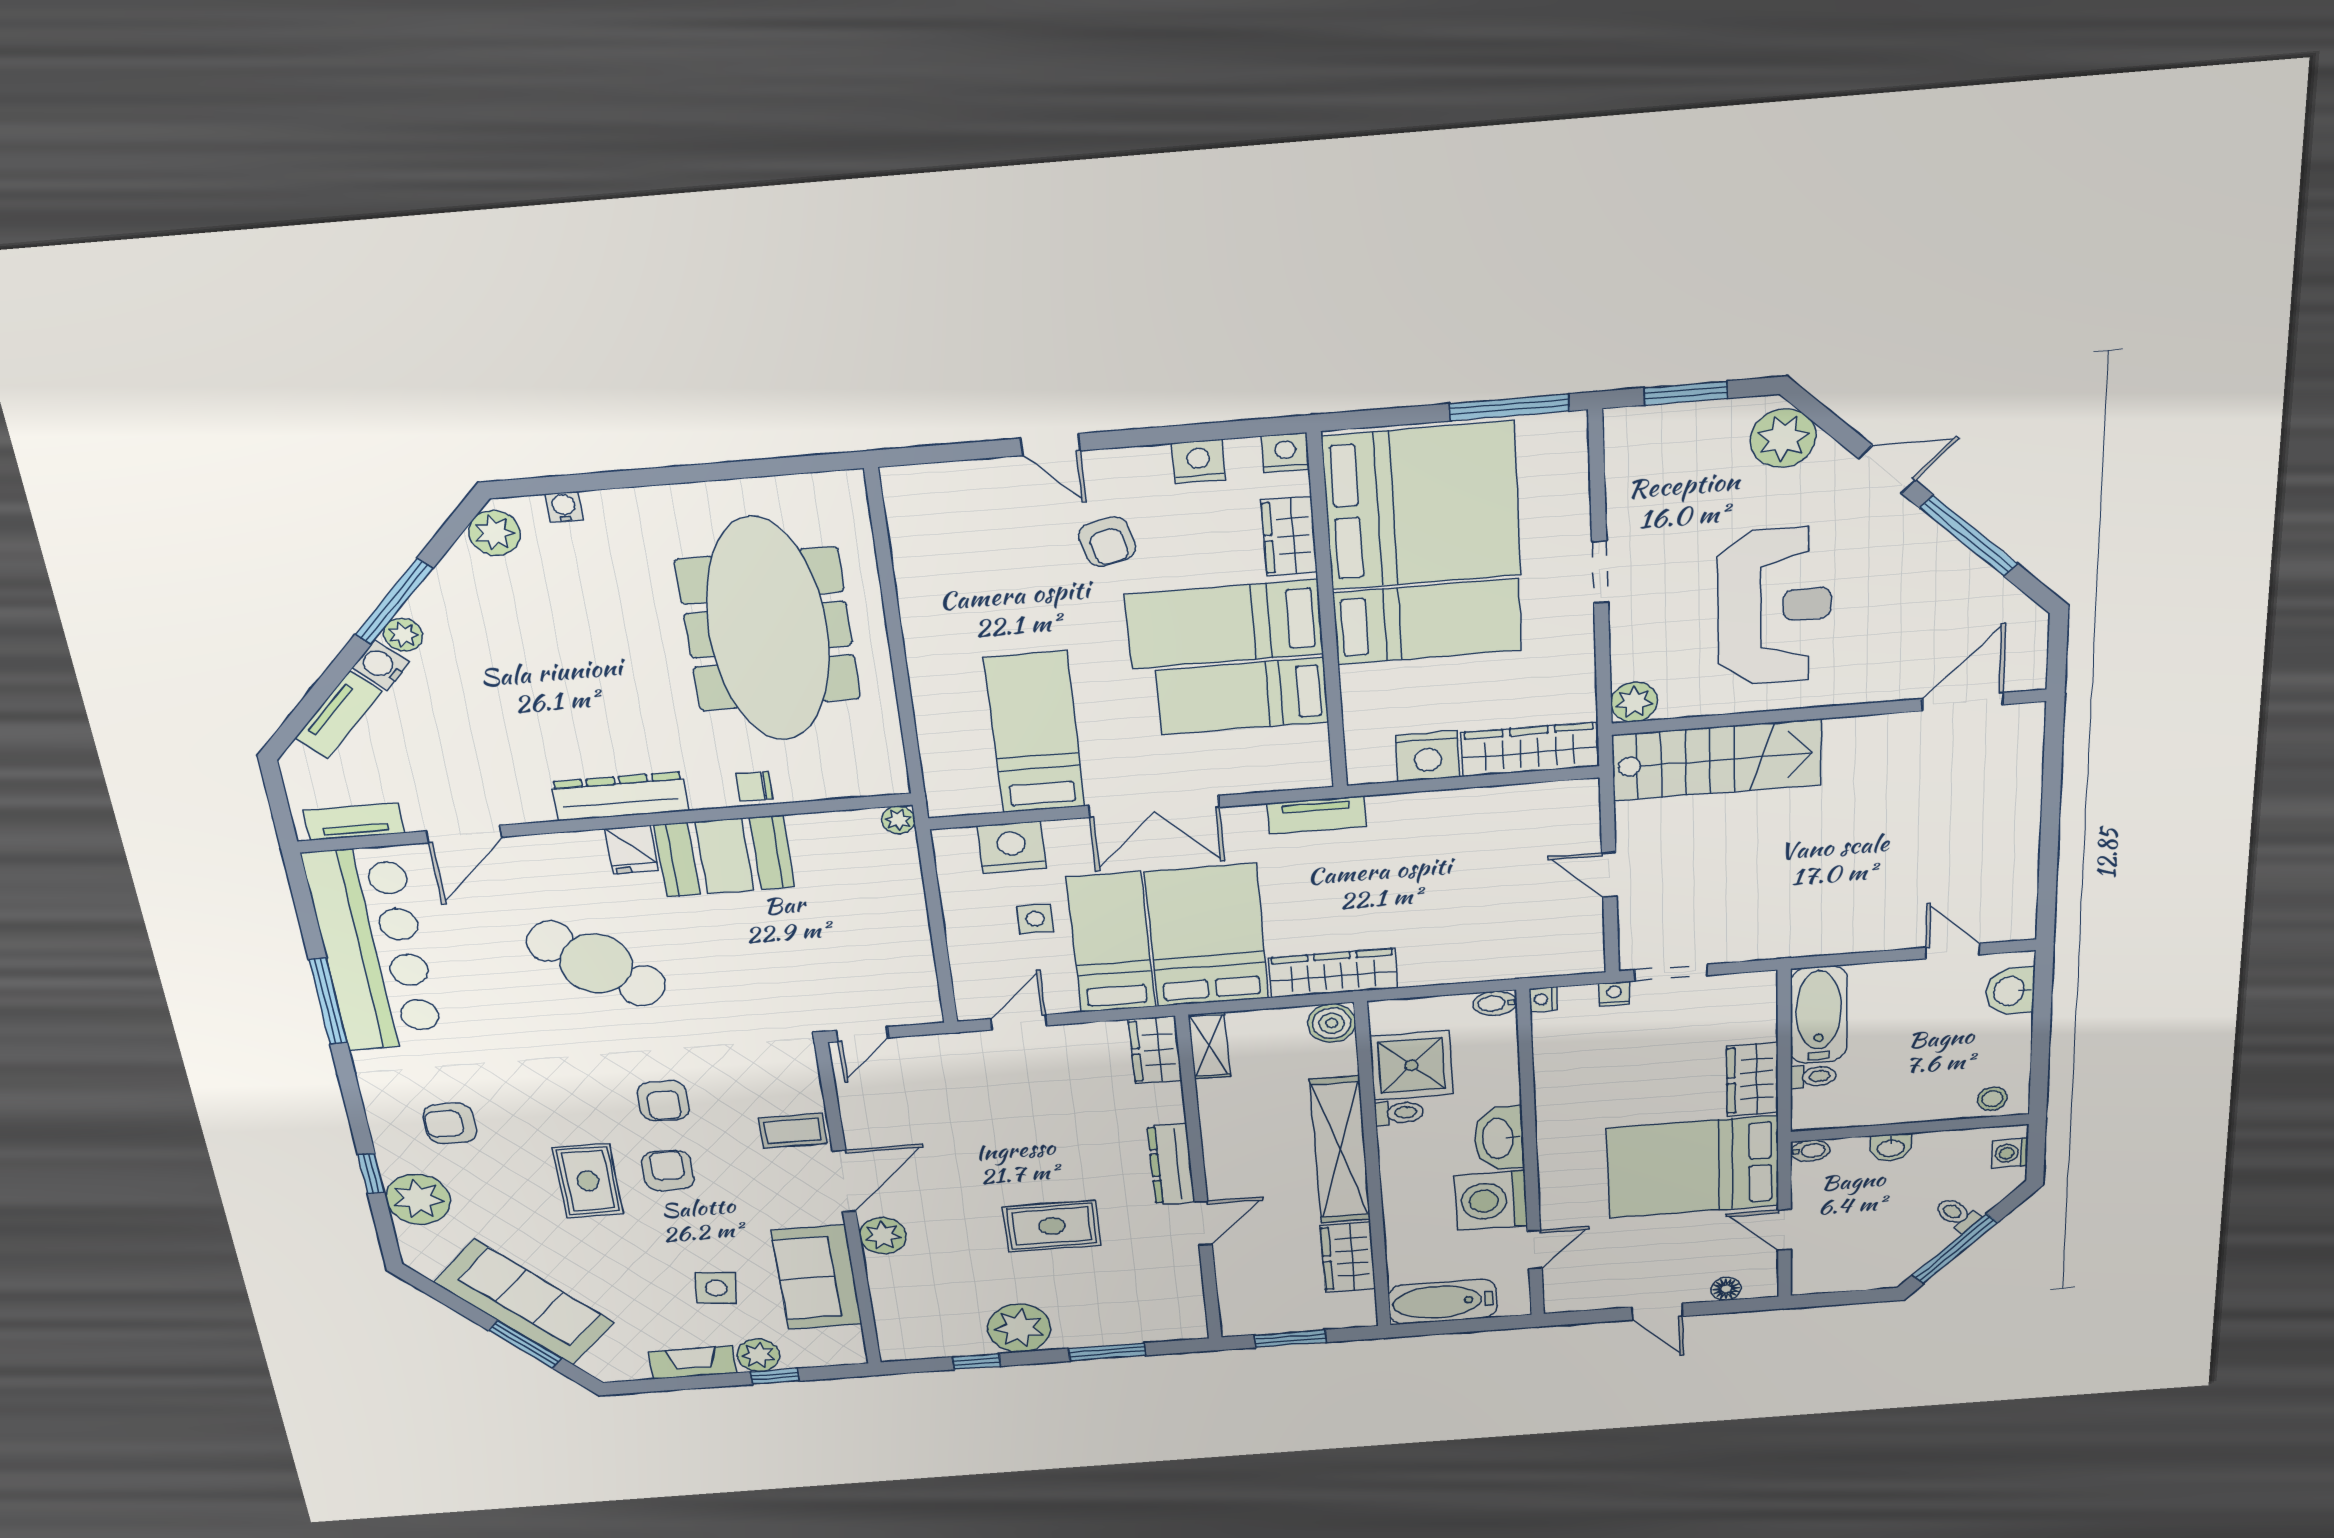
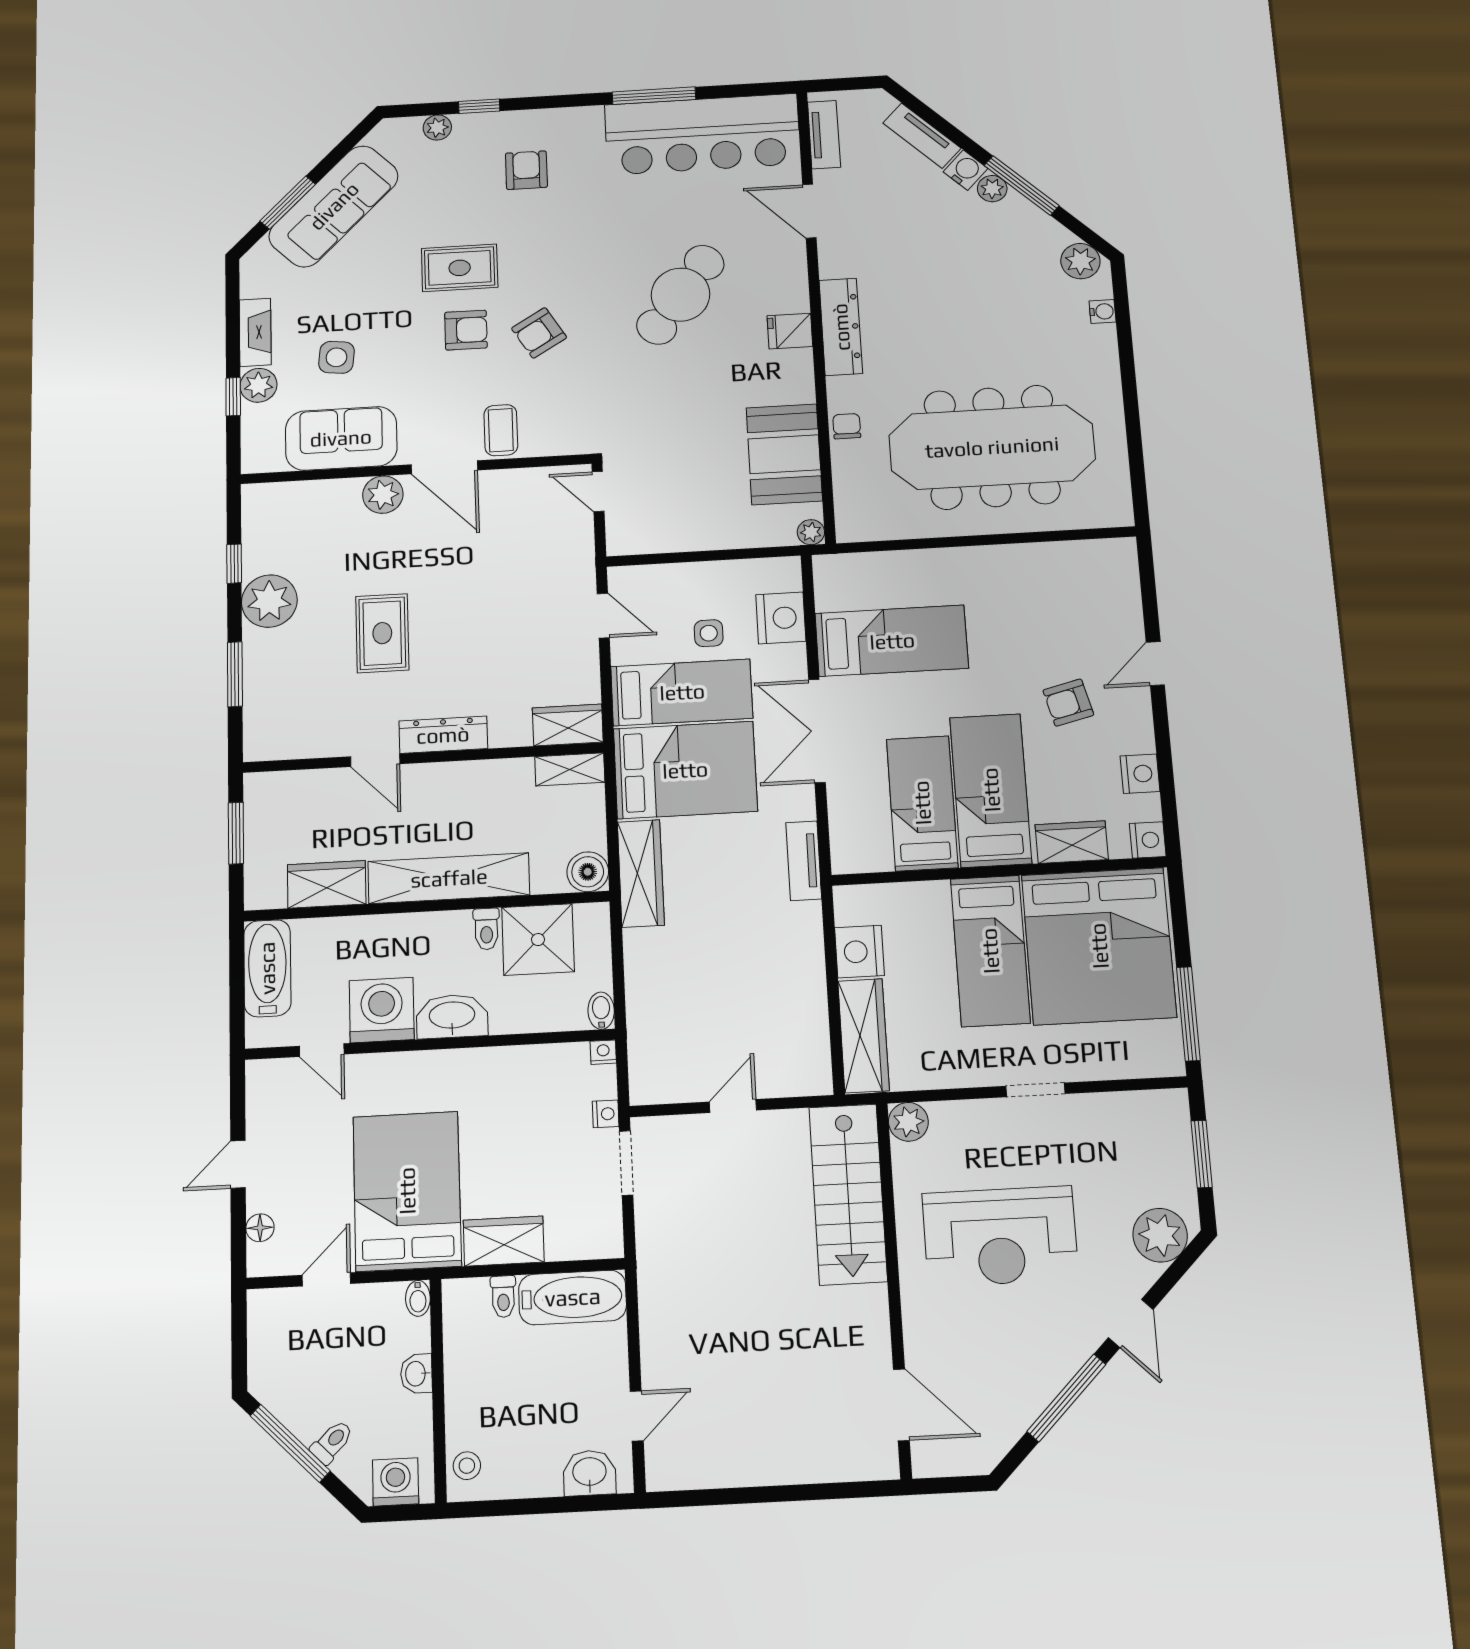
booth: (725, 856) -> (784, 454), moved
armchair: (663, 1101) -> (539, 333), turned -31
washing machine: (2010, 1153) -> (396, 1482), width x1.38, depth x1.38
plant: (418, 1199) -> (437, 128), width x0.53, depth x0.53

